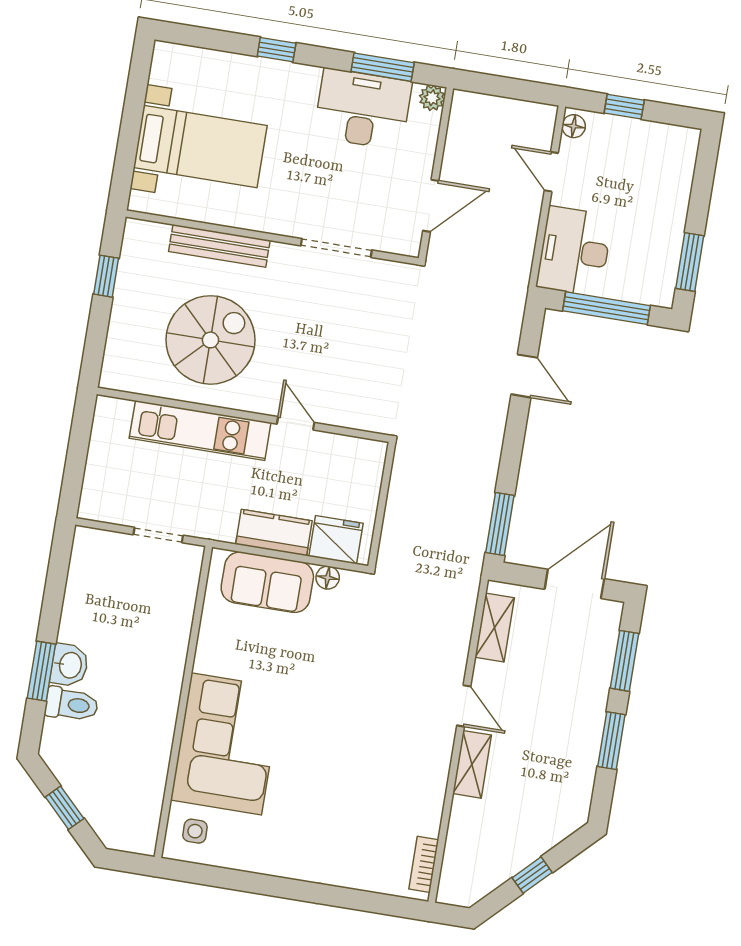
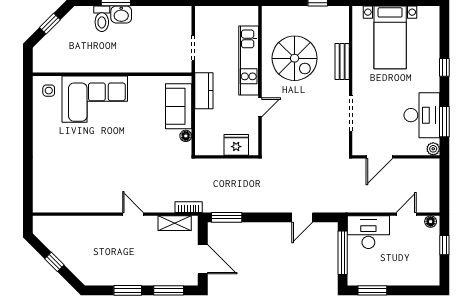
door: (431, 206) -> (379, 157), hinge flipped
bench: (219, 246) -> (342, 62), width x0.73
kitchen counter: (274, 533) -> (204, 91), moved
fridge: (336, 540) -> (236, 145), moved, turned -90
door: (464, 706) -> (133, 214), swing flipped
shelving: (472, 764) -> (105, 223), removed
bookcase: (424, 864) -> (189, 207), moved

